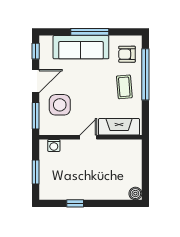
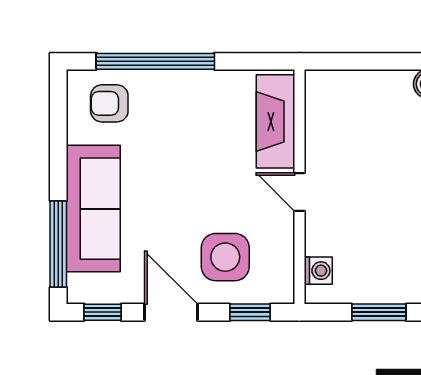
window: (90, 32) -> (58, 244), moved
armchair: (127, 54) -> (109, 103), turned 90
coffee table: (124, 87) -> (184, 109), removed
window: (36, 116) -> (250, 312), width x0.67

